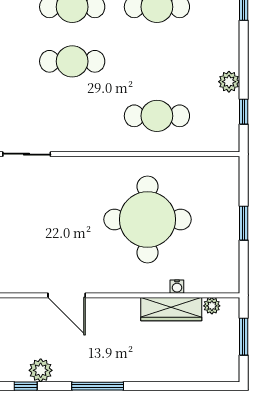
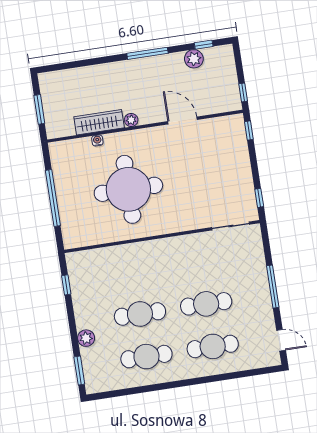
plant: (229, 82) -> (86, 338), moved
cafe table: (157, 116) -> (140, 314), moved
window: (244, 223) -> (53, 198), width x2.11
plant: (212, 306) -> (131, 120), moved

